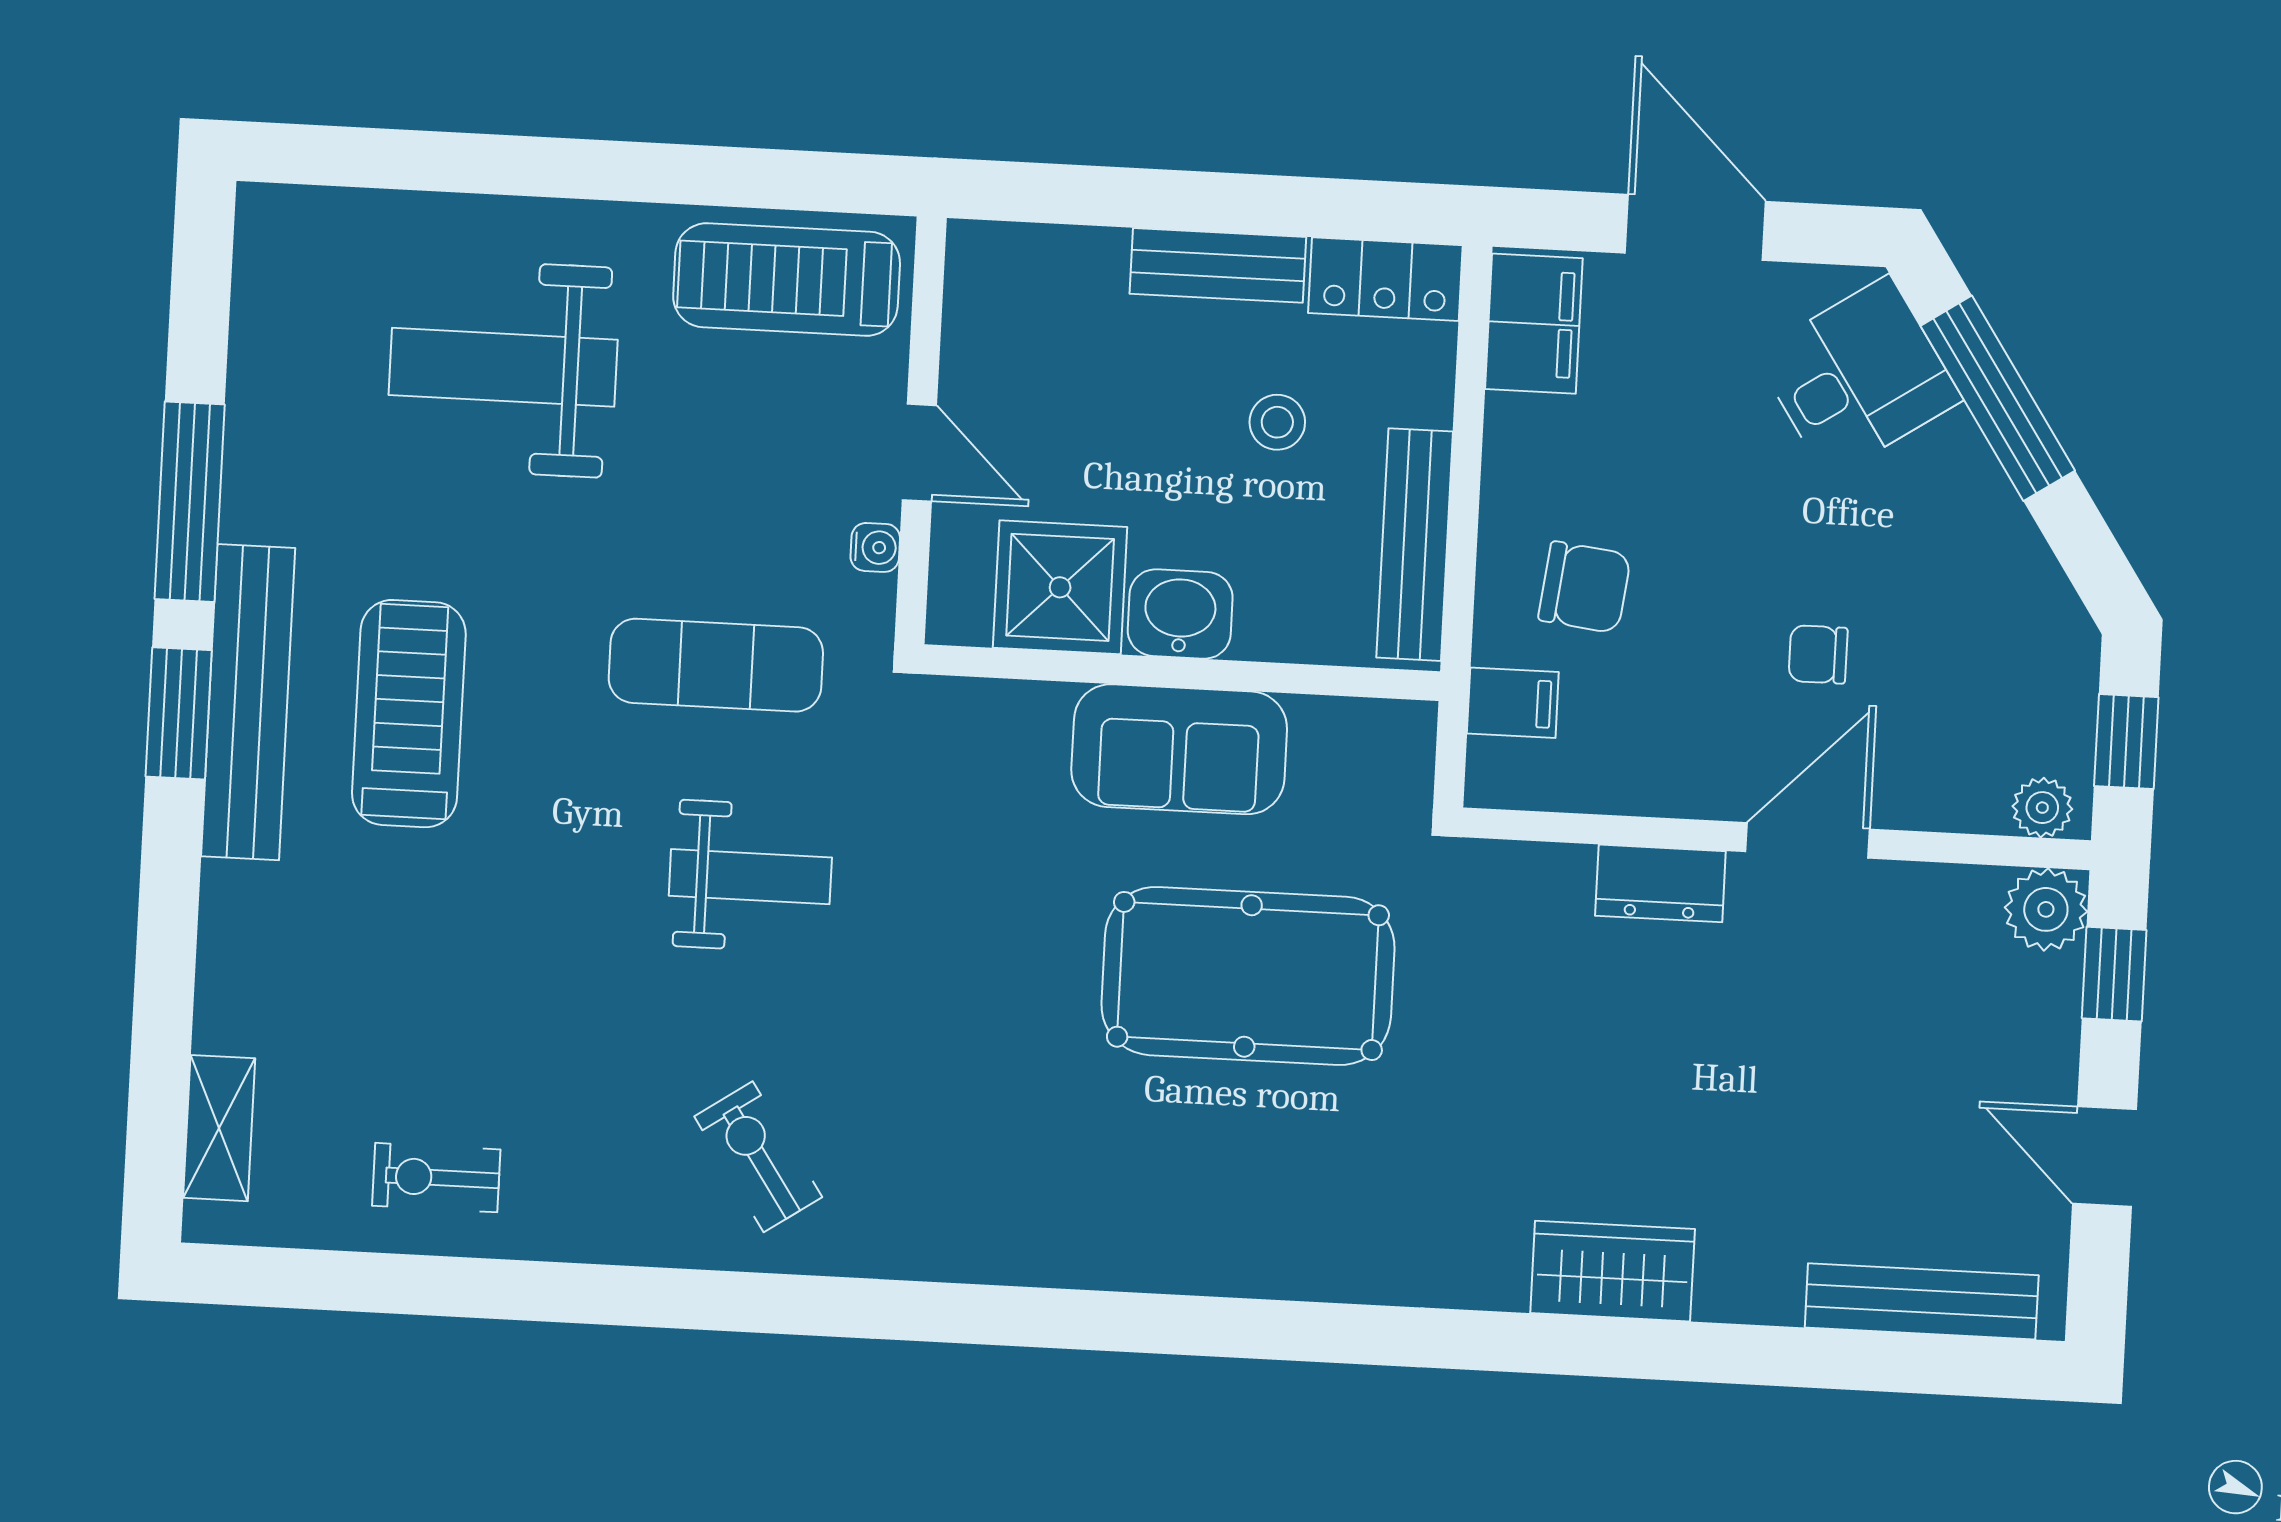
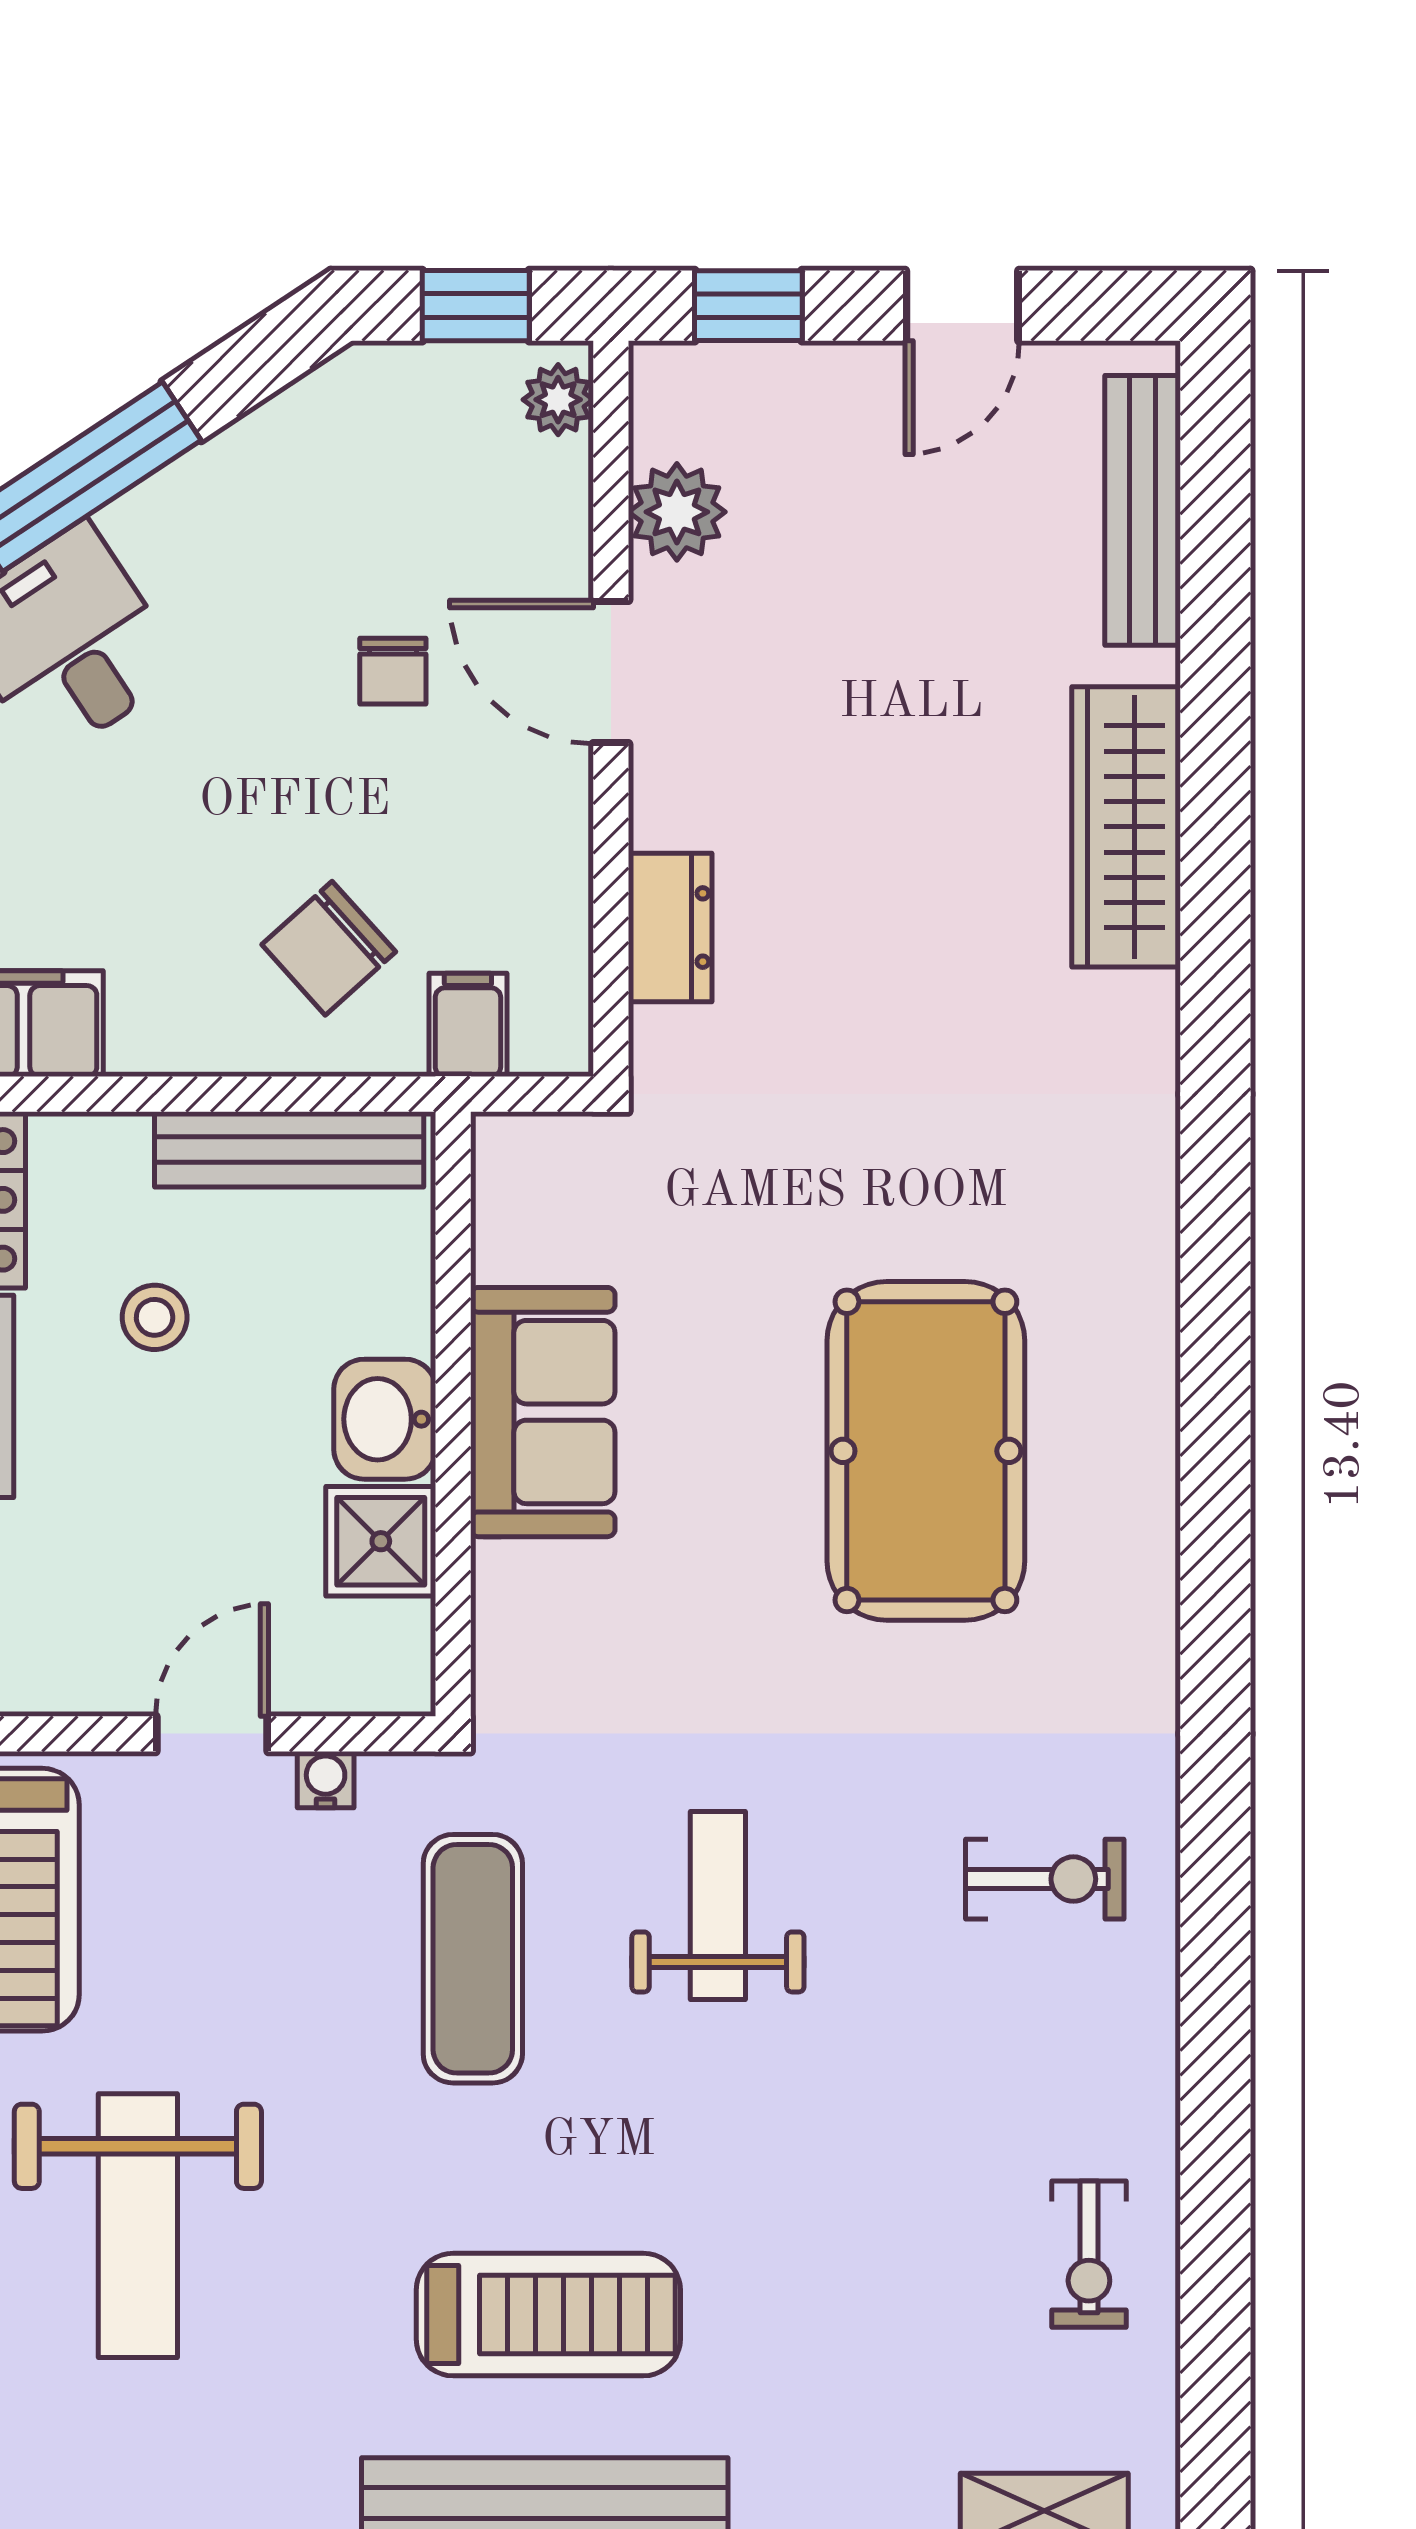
shower: (1060, 587) -> (381, 1541), width x0.73, depth x0.73
chair: (1585, 587) -> (329, 948), turned -139
treadmill: (409, 714) -> (548, 2315), turned 180
dresser: (1660, 883) -> (670, 928), moved
plant: (2046, 909) -> (677, 512), moved
pool table: (1248, 976) -> (926, 1451), moved
exercise bike: (758, 1157) -> (1045, 1879), turned -146
wardrobe: (1613, 1271) -> (1126, 827), width x1.50

